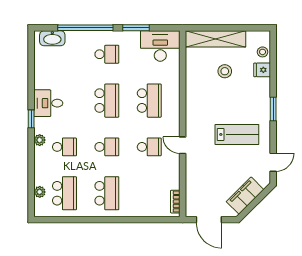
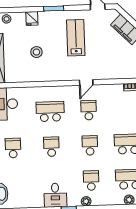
fridge: (262, 70) -> (32, 18), moved
stool: (225, 71) -> (36, 52), moved
school desk: (107, 101) -> (51, 147), width x0.54

